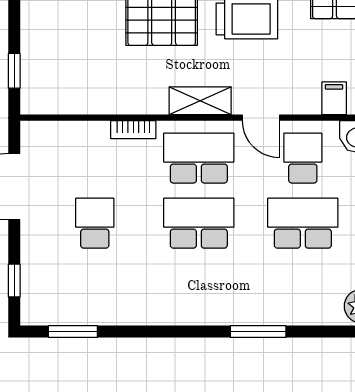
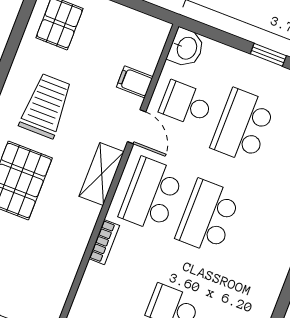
filing cabinet: (334, 98) -> (135, 82), moved
door: (261, 118) -> (137, 127), hinge flipped

